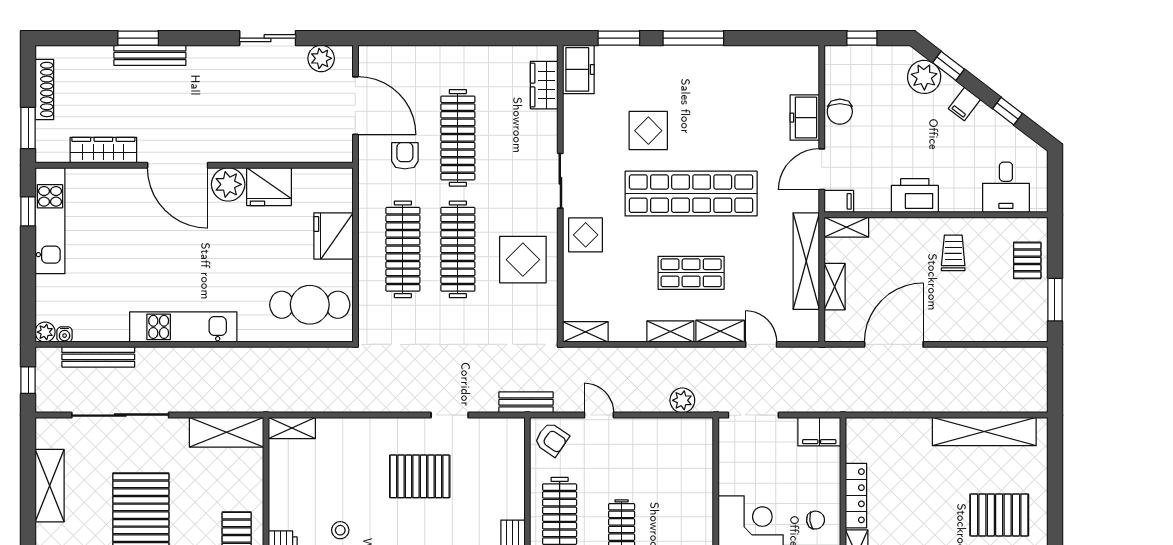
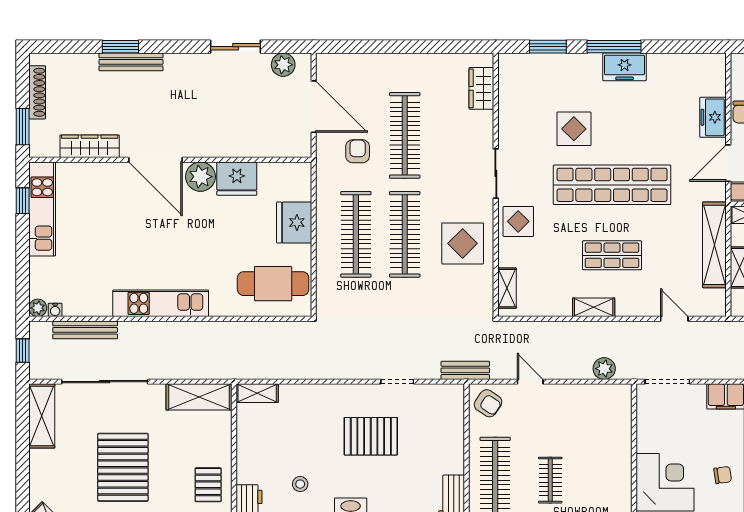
freezer: (578, 69) -> (624, 67), moved, turned 90
shelving: (720, 331) -> (638, 307), removed
shelving: (585, 332) -> (507, 288), moved, turned 90
shelving: (50, 486) -> (42, 416), moved

